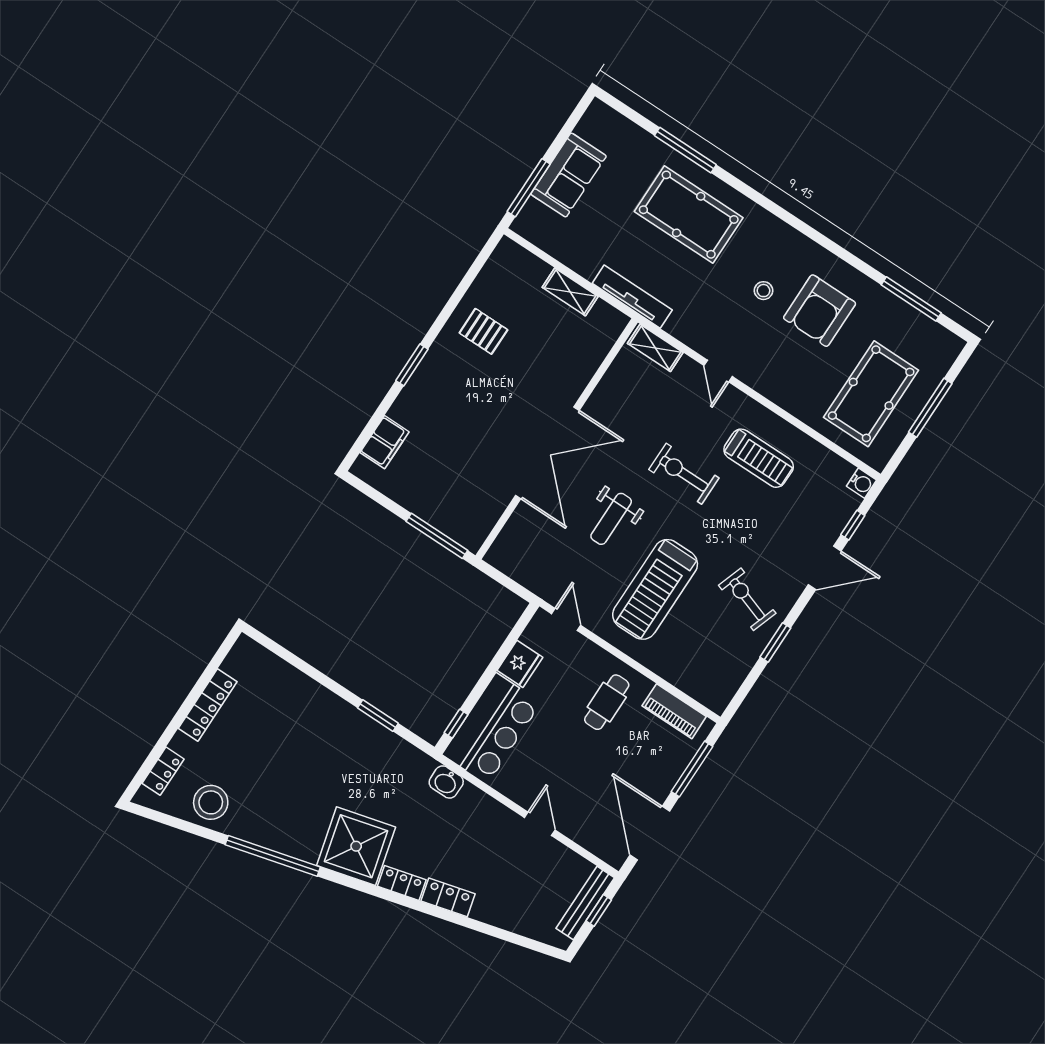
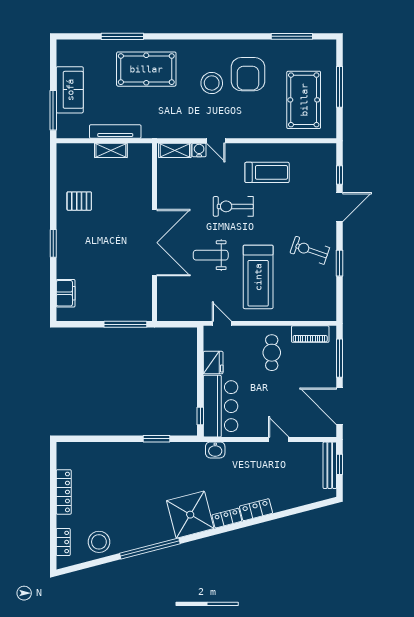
stool: (764, 291) -> (212, 83), width x1.89, depth x1.89
tv unit: (632, 297) -> (115, 132), moved
water cooler: (861, 483) -> (199, 150), moved, turned -90
weight bench: (611, 519) -> (211, 255), turned 90

